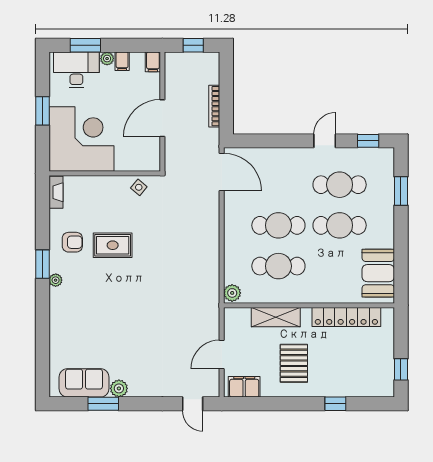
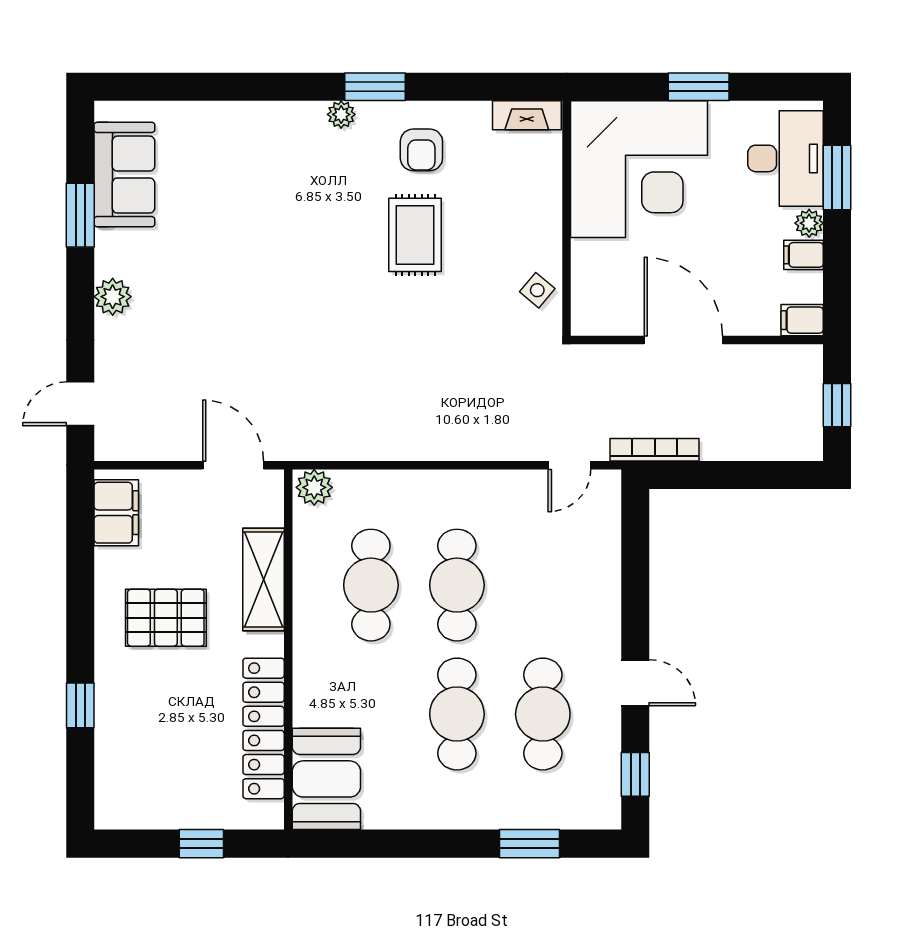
bookcase: (214, 106) -> (655, 450), moved
door: (222, 172) -> (569, 465), width x0.53
booth: (378, 273) -> (326, 779), moved, turned 90
door: (222, 354) -> (233, 465), moved
window: (401, 369) -> (201, 844), moved
plant: (119, 388) -> (113, 297), moved

